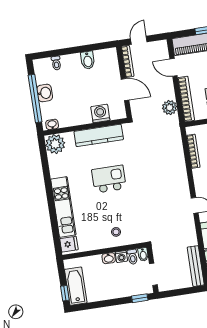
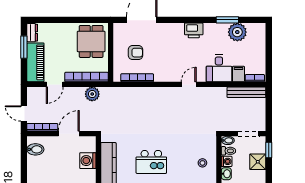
bidet: (88, 60) -> (35, 149), moved
kitchen island: (109, 179) -> (151, 162), turned -90
shower: (126, 289) -> (258, 162), added

